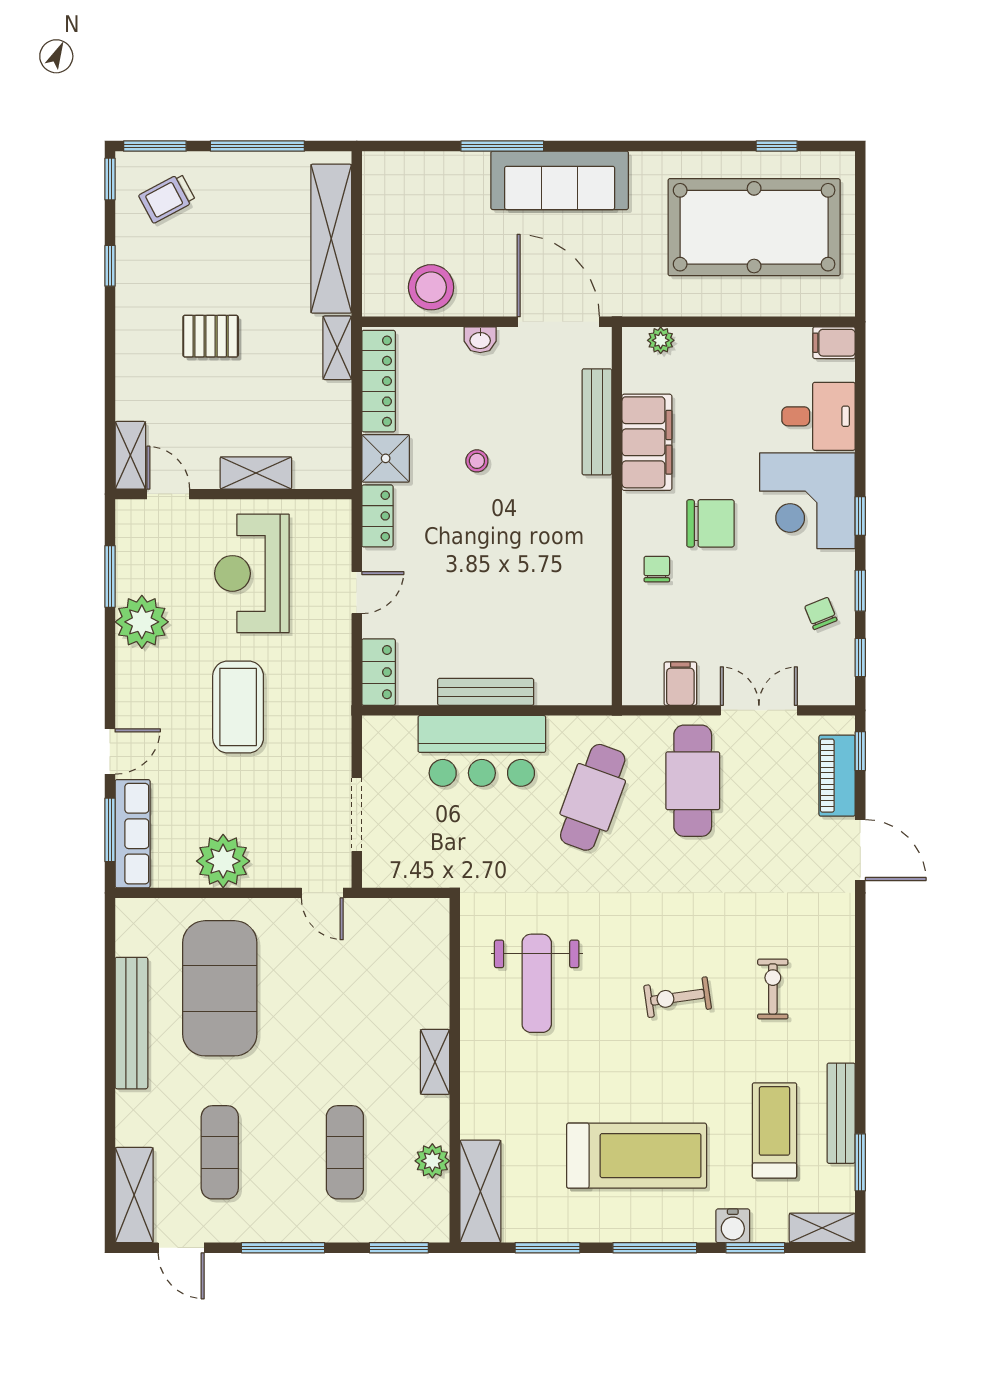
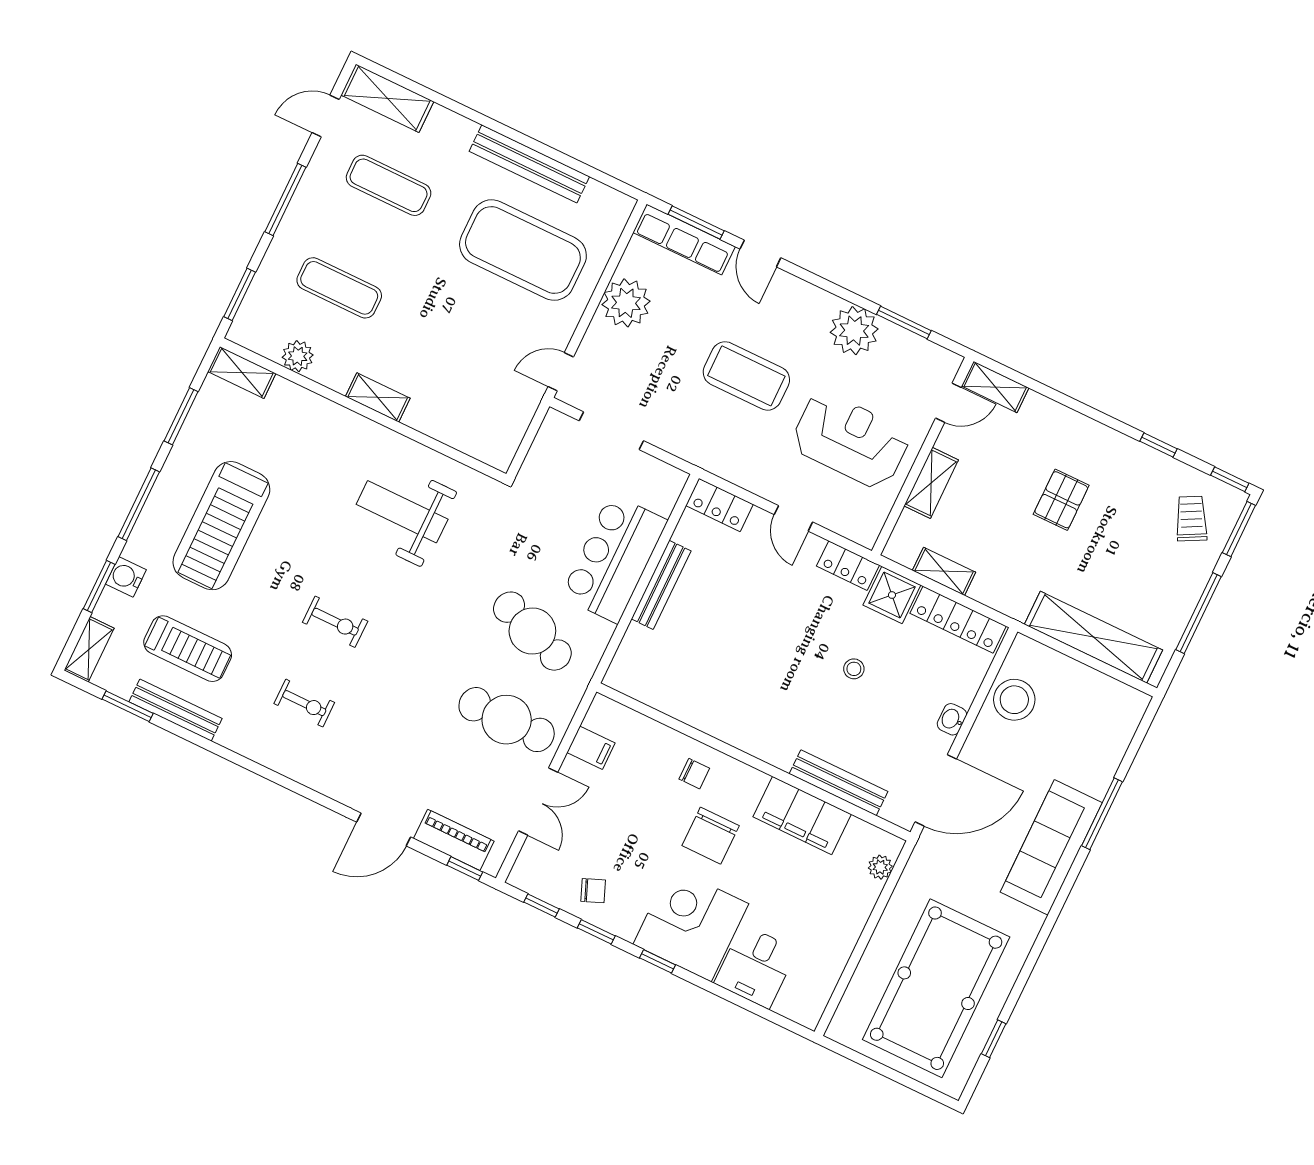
filing cabinet: (834, 343) -> (810, 1008), removed
shelving: (337, 348) -> (944, 571), moved
exercise bike: (678, 997) -> (335, 622), turned 98
shelving: (480, 1191) -> (242, 372), width x0.67, depth x0.75

